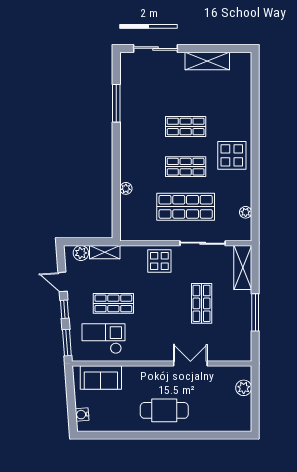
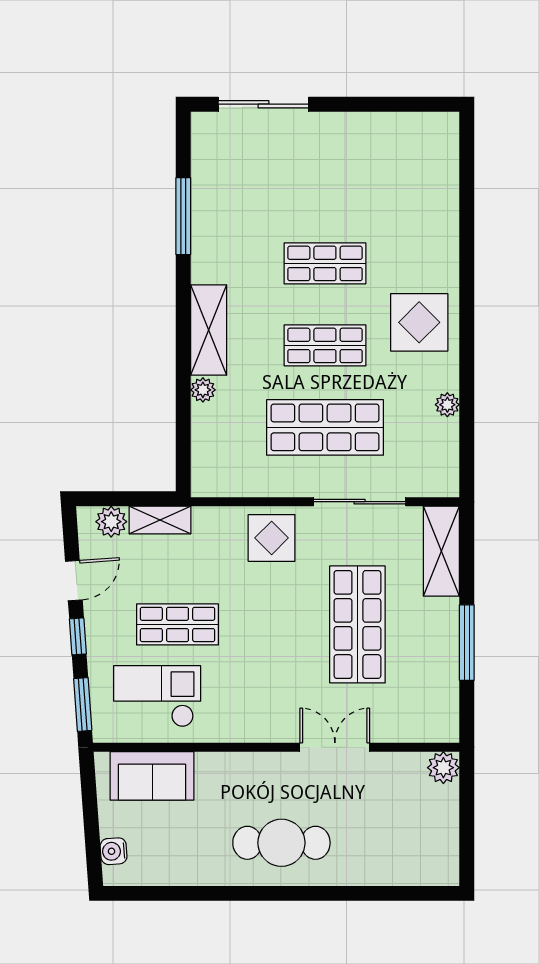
shelving: (207, 61) -> (209, 330), moved, turned 90
plant: (246, 212) -> (447, 405), moved
door: (63, 282) -> (74, 581), swing flipped
shop shelf: (202, 303) -> (357, 624), width x1.43, depth x1.36
plant: (244, 388) -> (443, 768), moved

